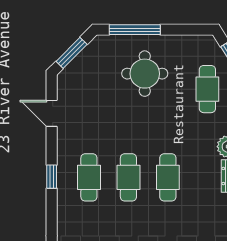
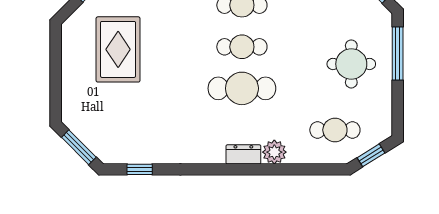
cafe table: (168, 177) -> (242, 88), width x1.37, depth x1.35

